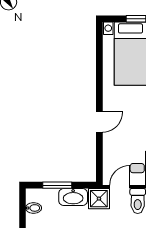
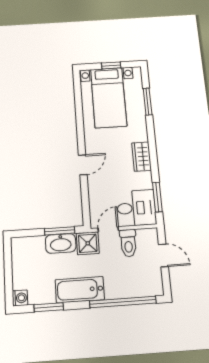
window: (57, 185) -> (60, 231), moved
bidet: (33, 208) -> (20, 258), removed

